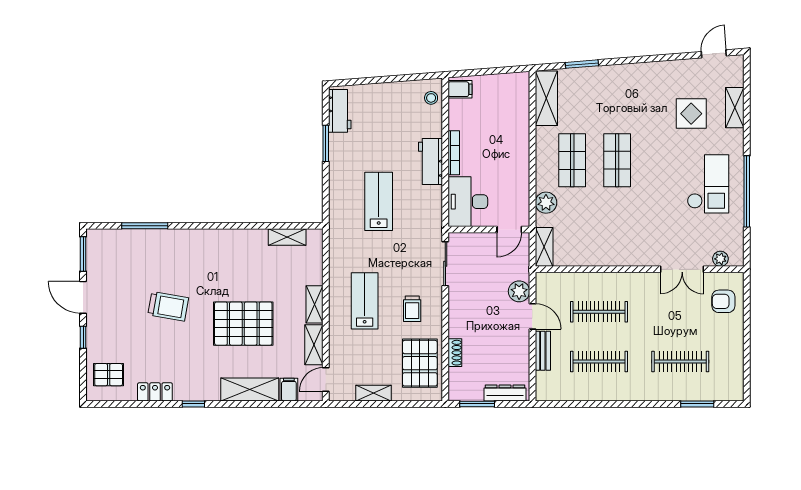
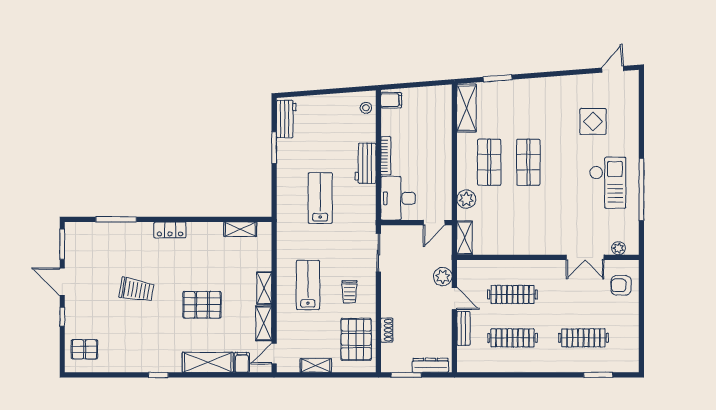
shelving: (735, 108) -> (631, 116), removed
pallet: (243, 324) -> (202, 305), width x0.73, depth x0.71
locker: (155, 392) -> (170, 230), moved, turned 180

